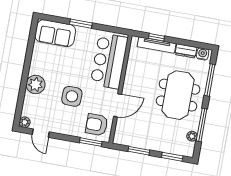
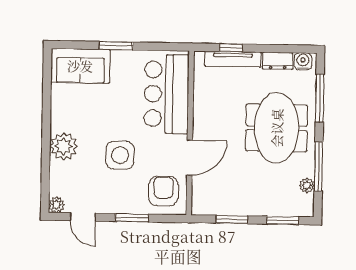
armchair: (97, 125) -> (163, 191), turned 90
window: (91, 142) -> (132, 218), moved

